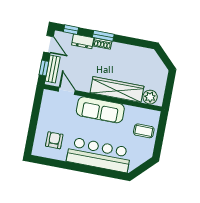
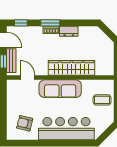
dresser: (83, 41) -> (69, 31), moved
plant: (150, 97) -> (102, 69), removed
armchair: (54, 140) -> (25, 123), turned -76

